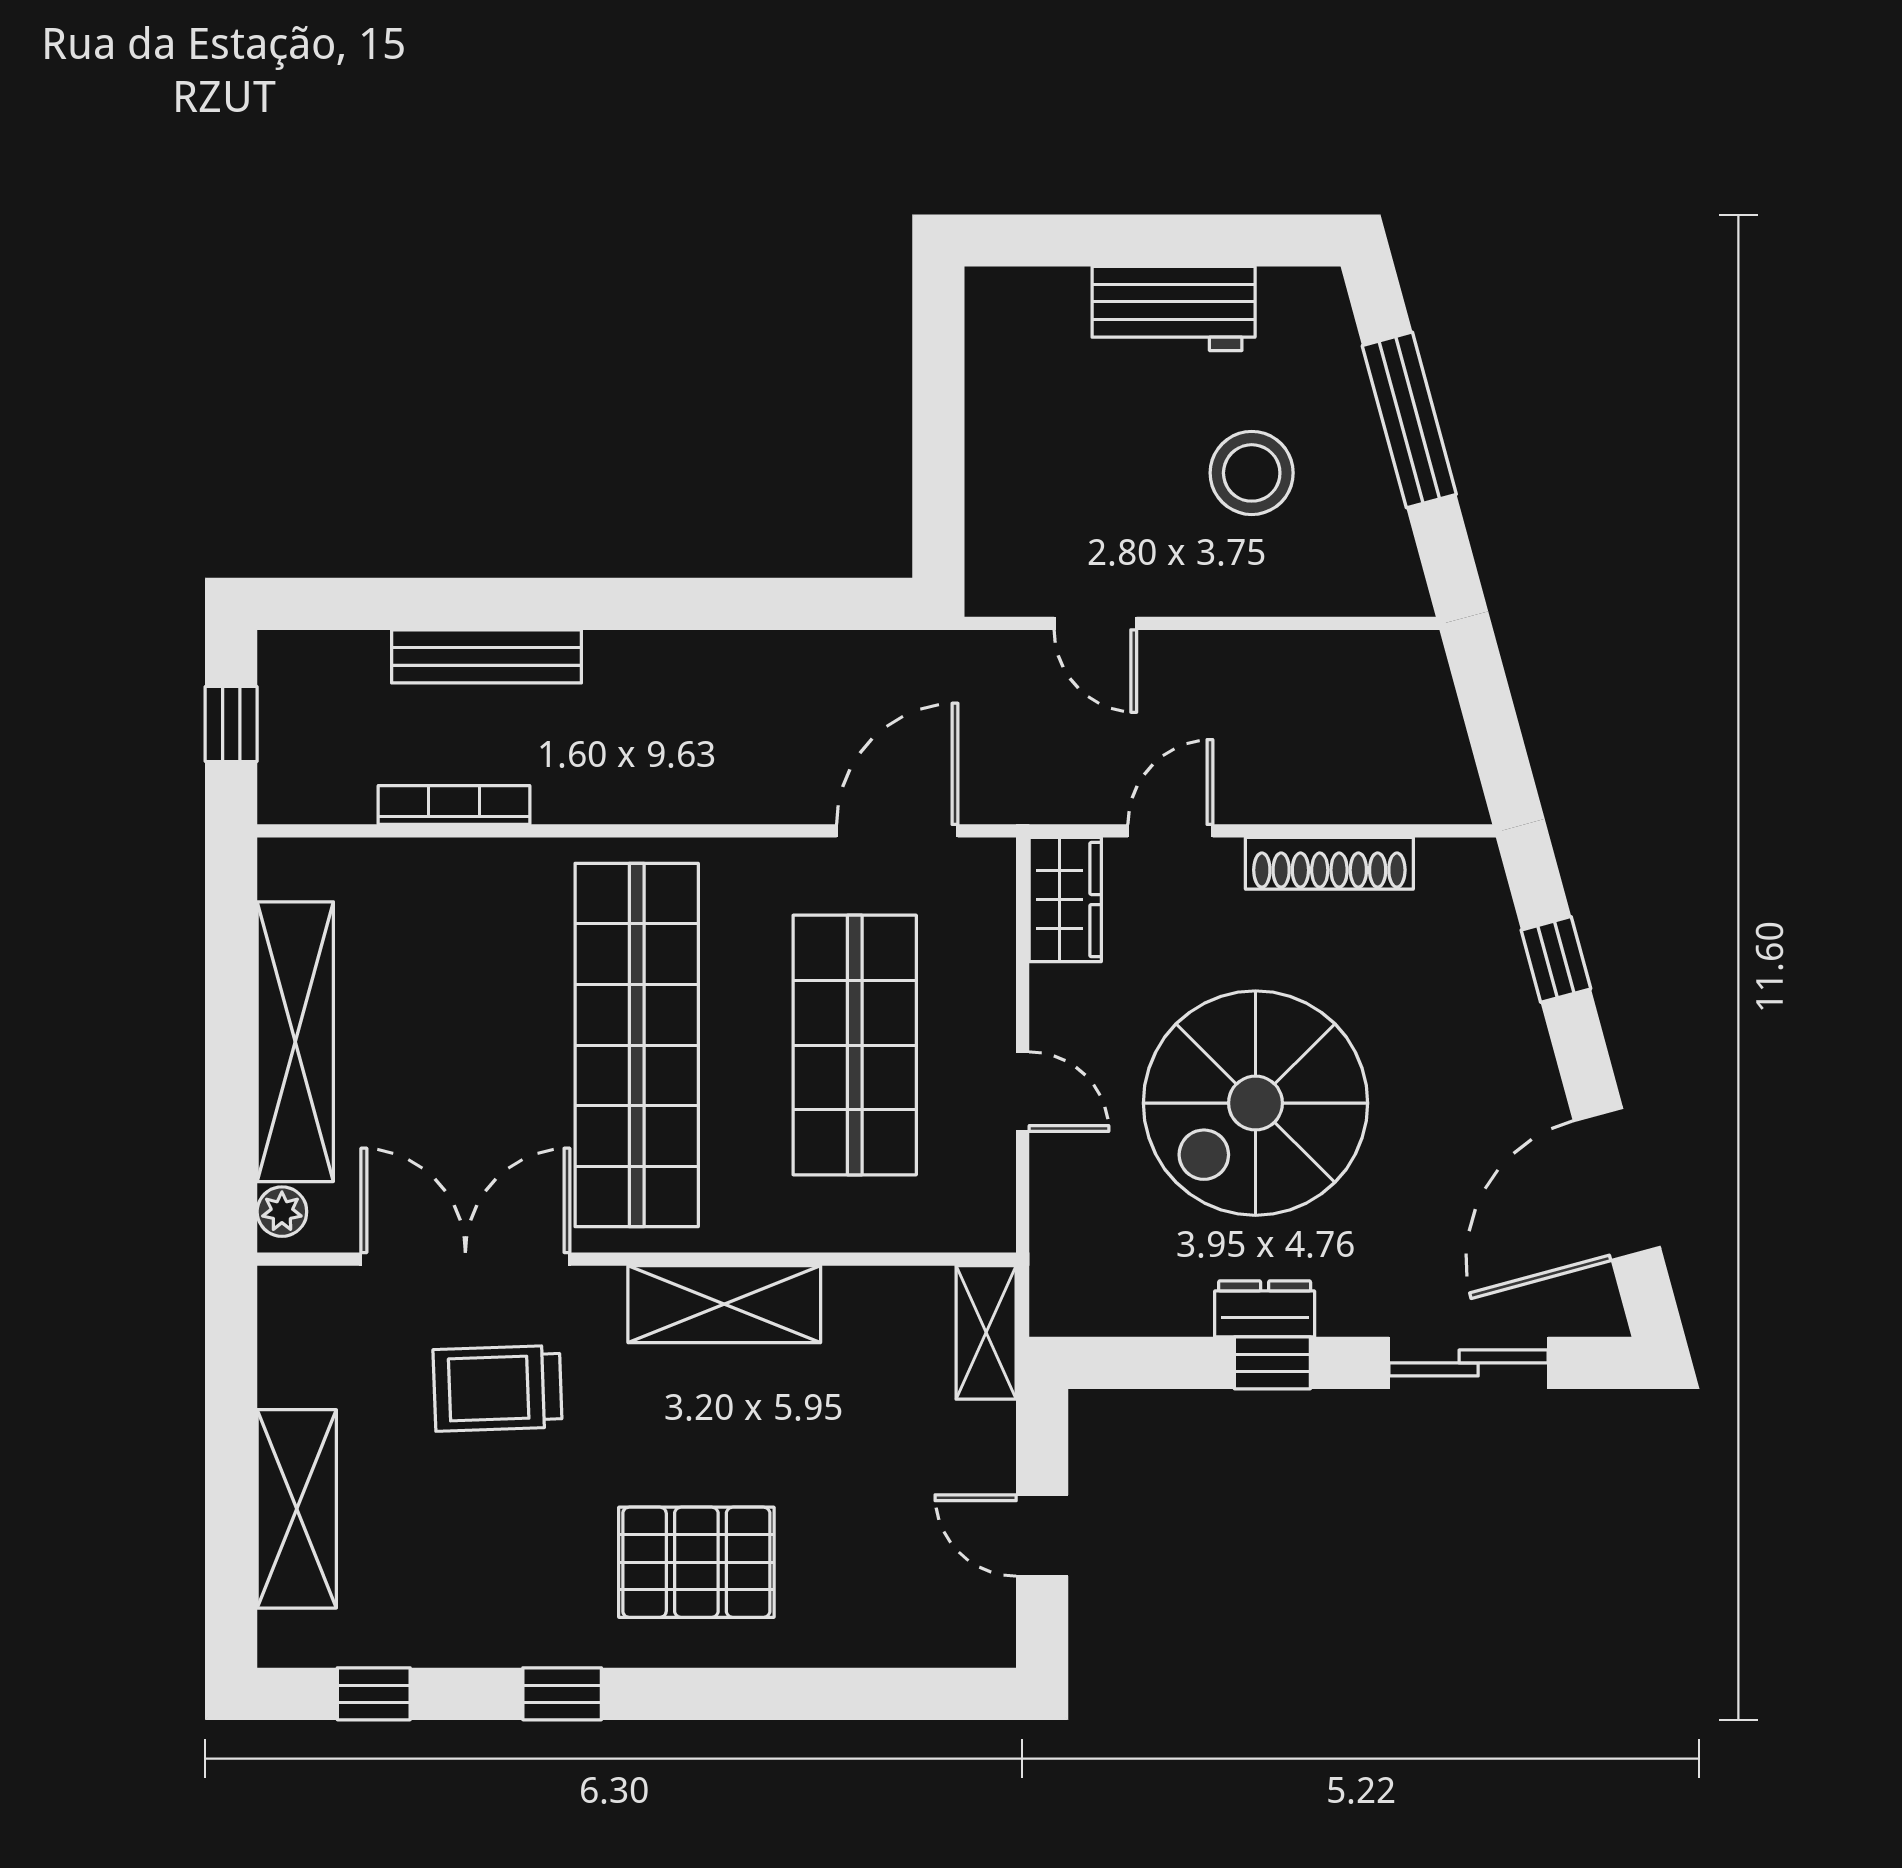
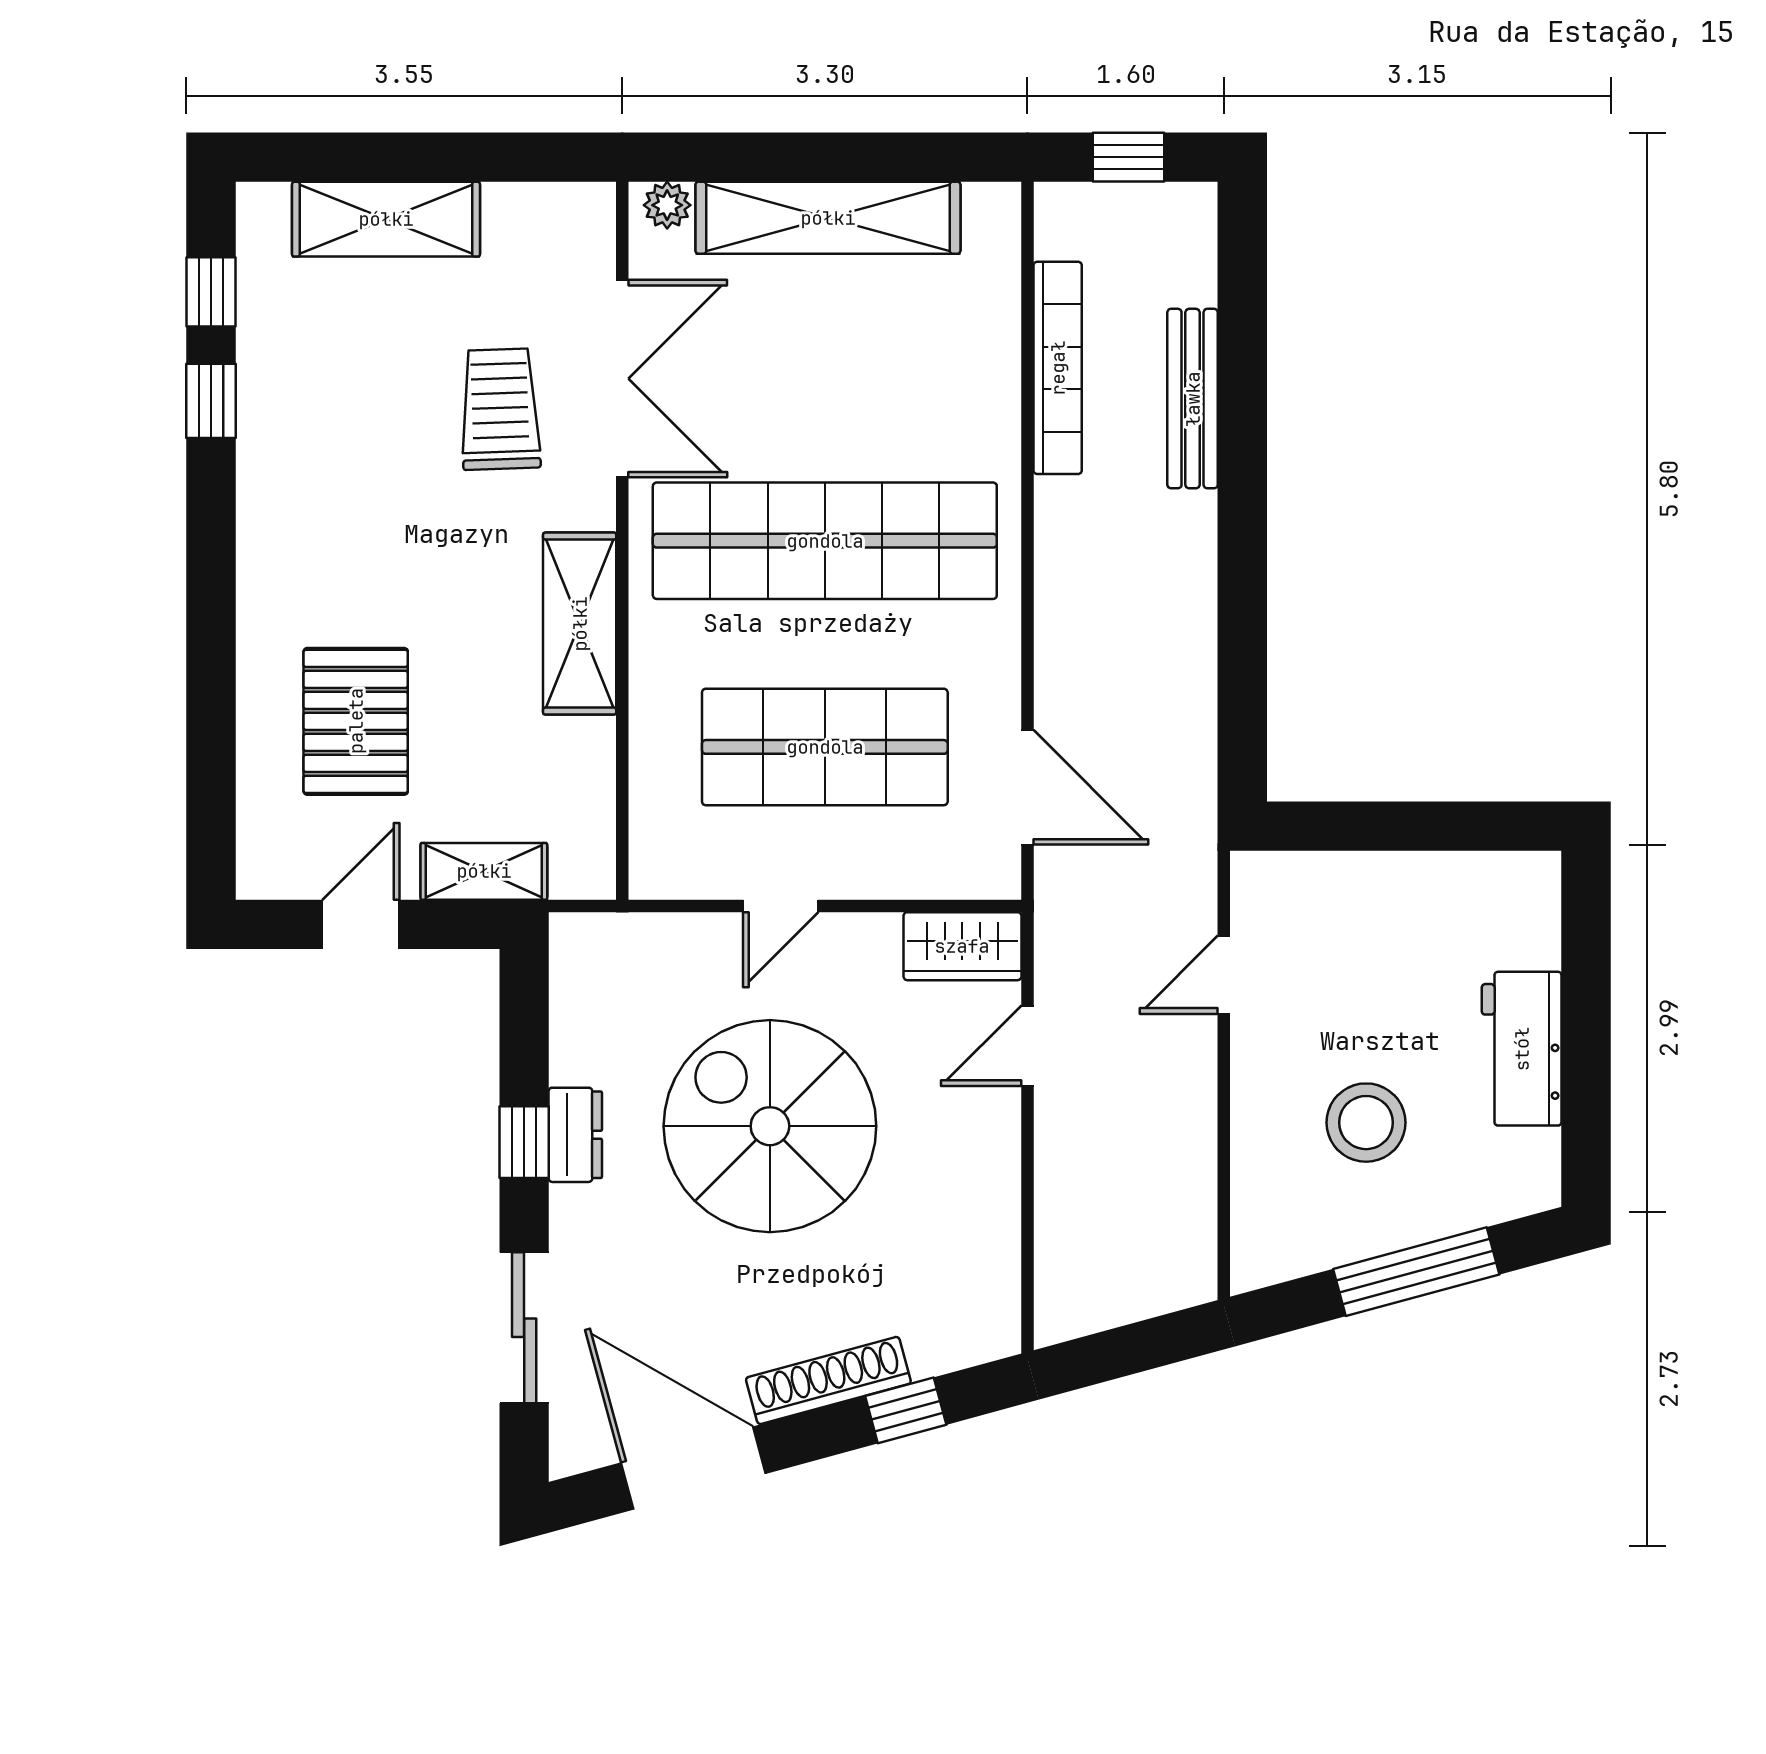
bookcase: (454, 805) -> (1058, 368), width x1.48, depth x1.31
door: (1170, 831) -> (1027, 1046), swing flipped
shoe rack: (1329, 863) -> (828, 1381), moved, turned 75
shelving: (986, 1332) -> (484, 871), moved
pallet: (696, 1562) -> (356, 721), moved
window: (562, 1694) -> (211, 401), moved

